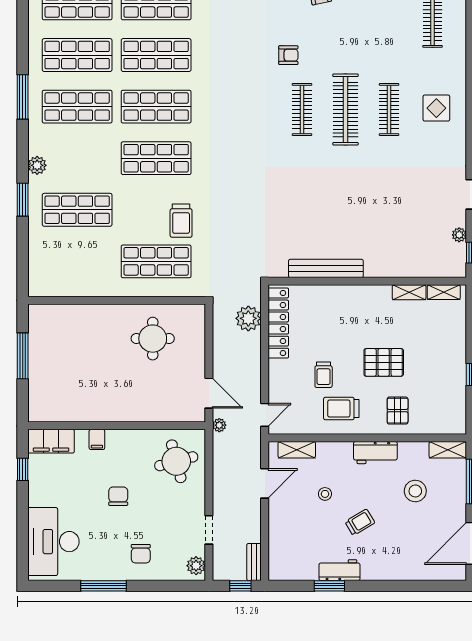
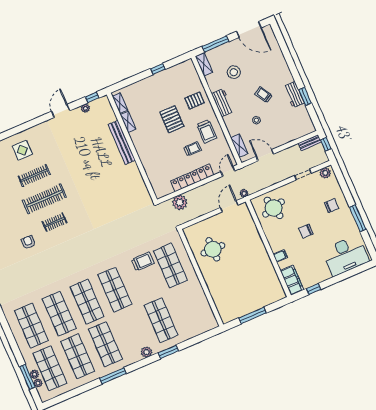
clothes rail: (302, 109) -> (55, 222), width x0.73
bench: (326, 268) -> (122, 142), moved
locker: (278, 323) -> (192, 178), moved
door: (265, 415) -> (228, 171), hinge flipped

